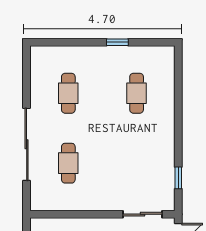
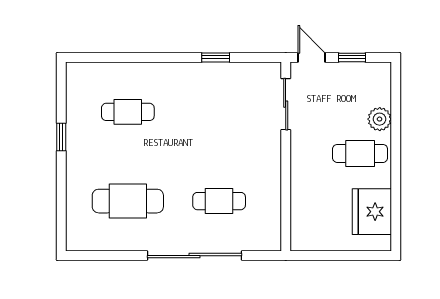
cafe table: (68, 93) -> (128, 201), width x1.37, depth x1.35
window: (178, 178) -> (216, 57), moved

